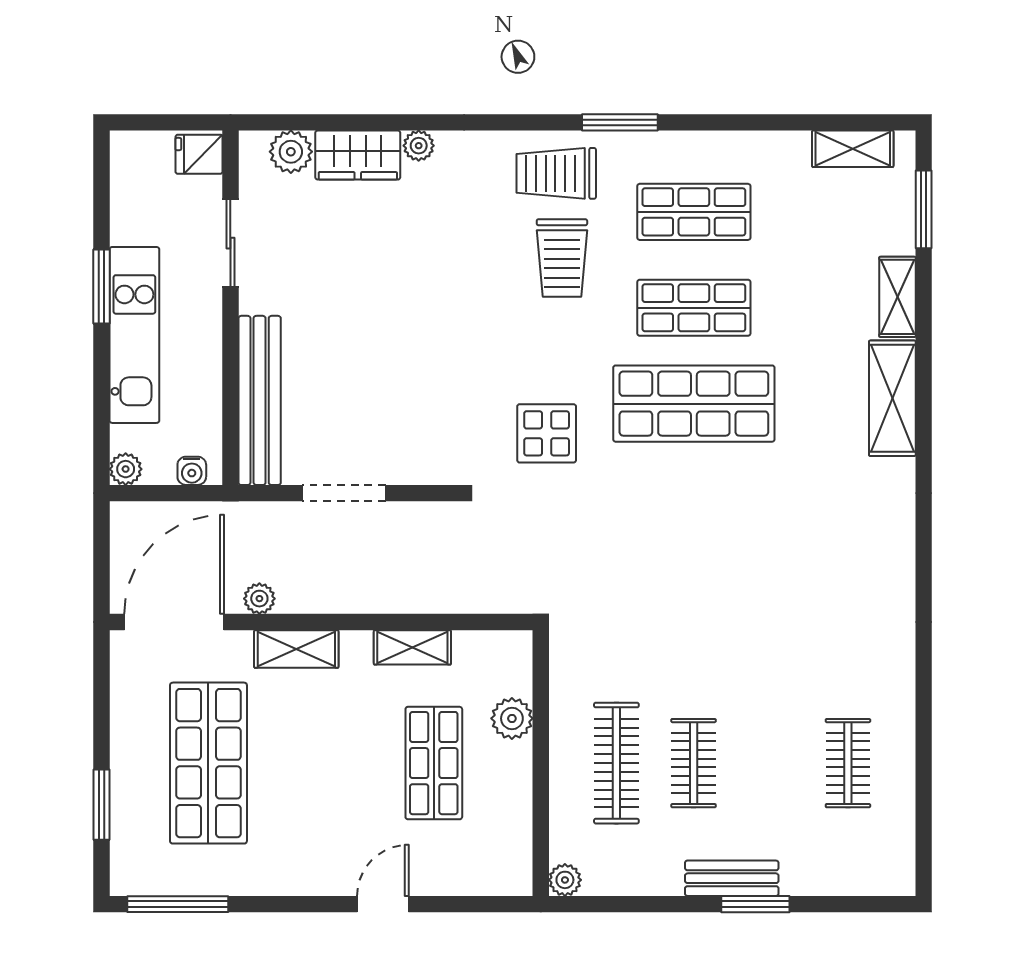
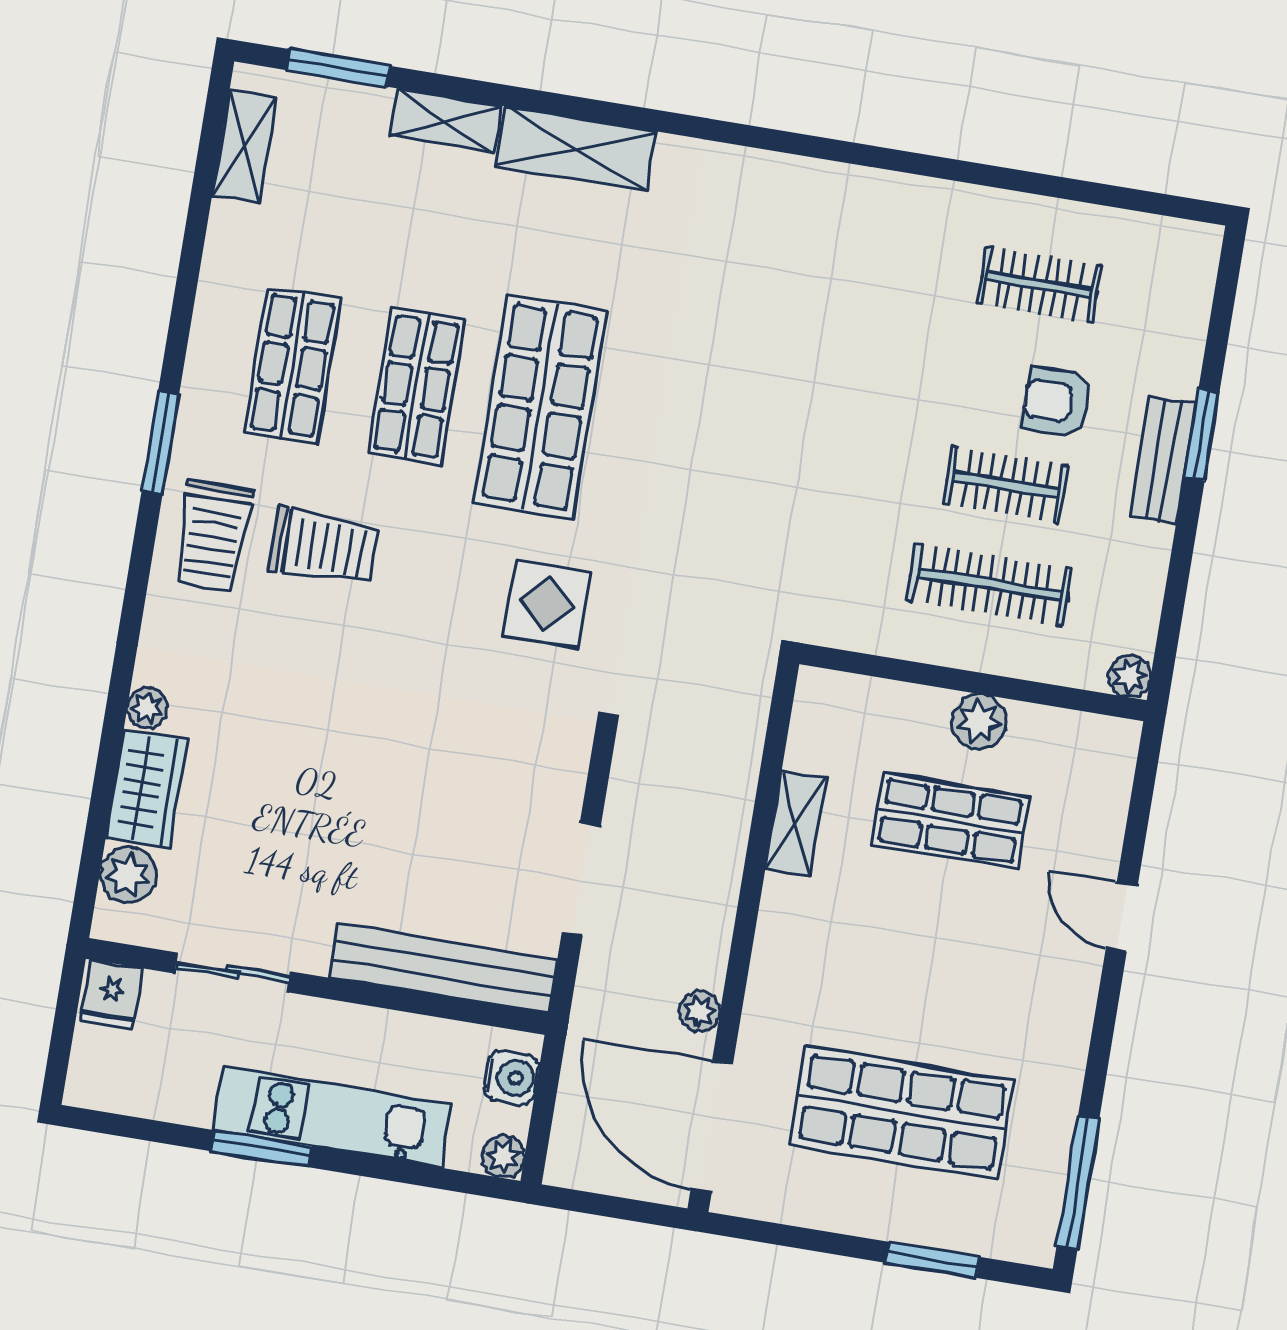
water cooler: (192, 471) -> (512, 1077), width x1.38, depth x1.38
shelving: (296, 649) -> (773, 974), removed
plant: (512, 718) -> (979, 722), moved
armchair: (762, 791) -> (1057, 402), added

